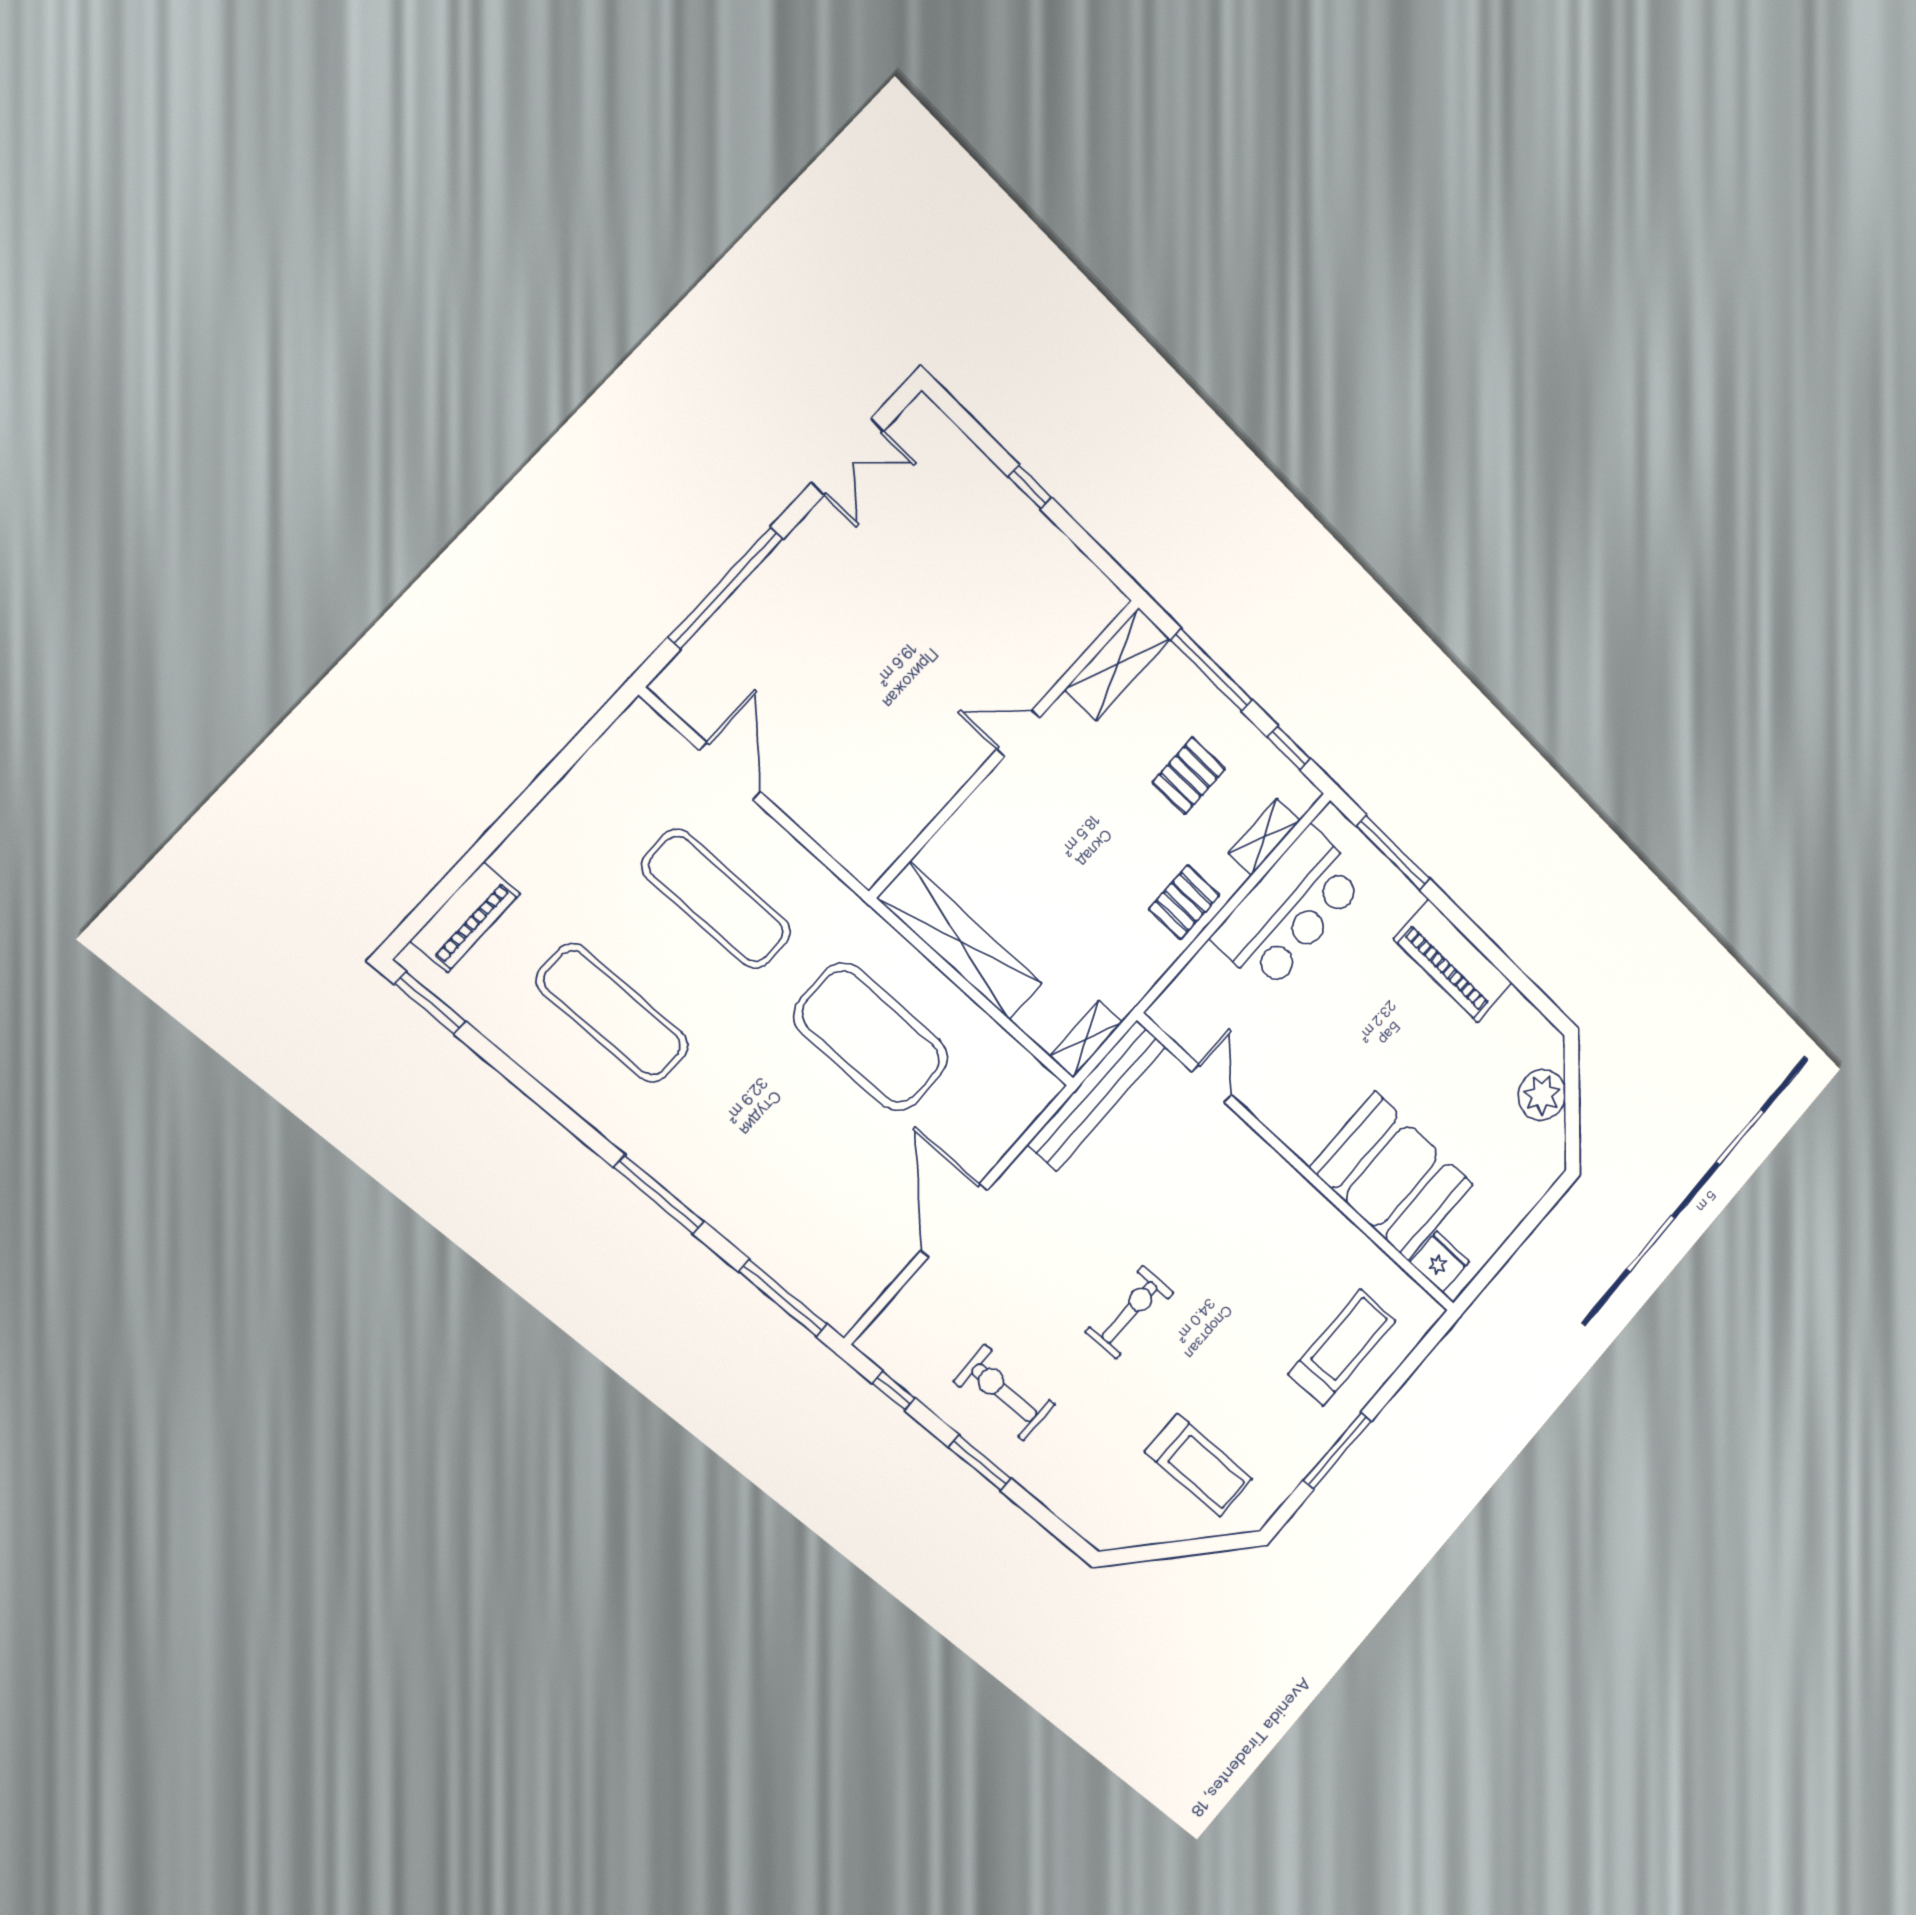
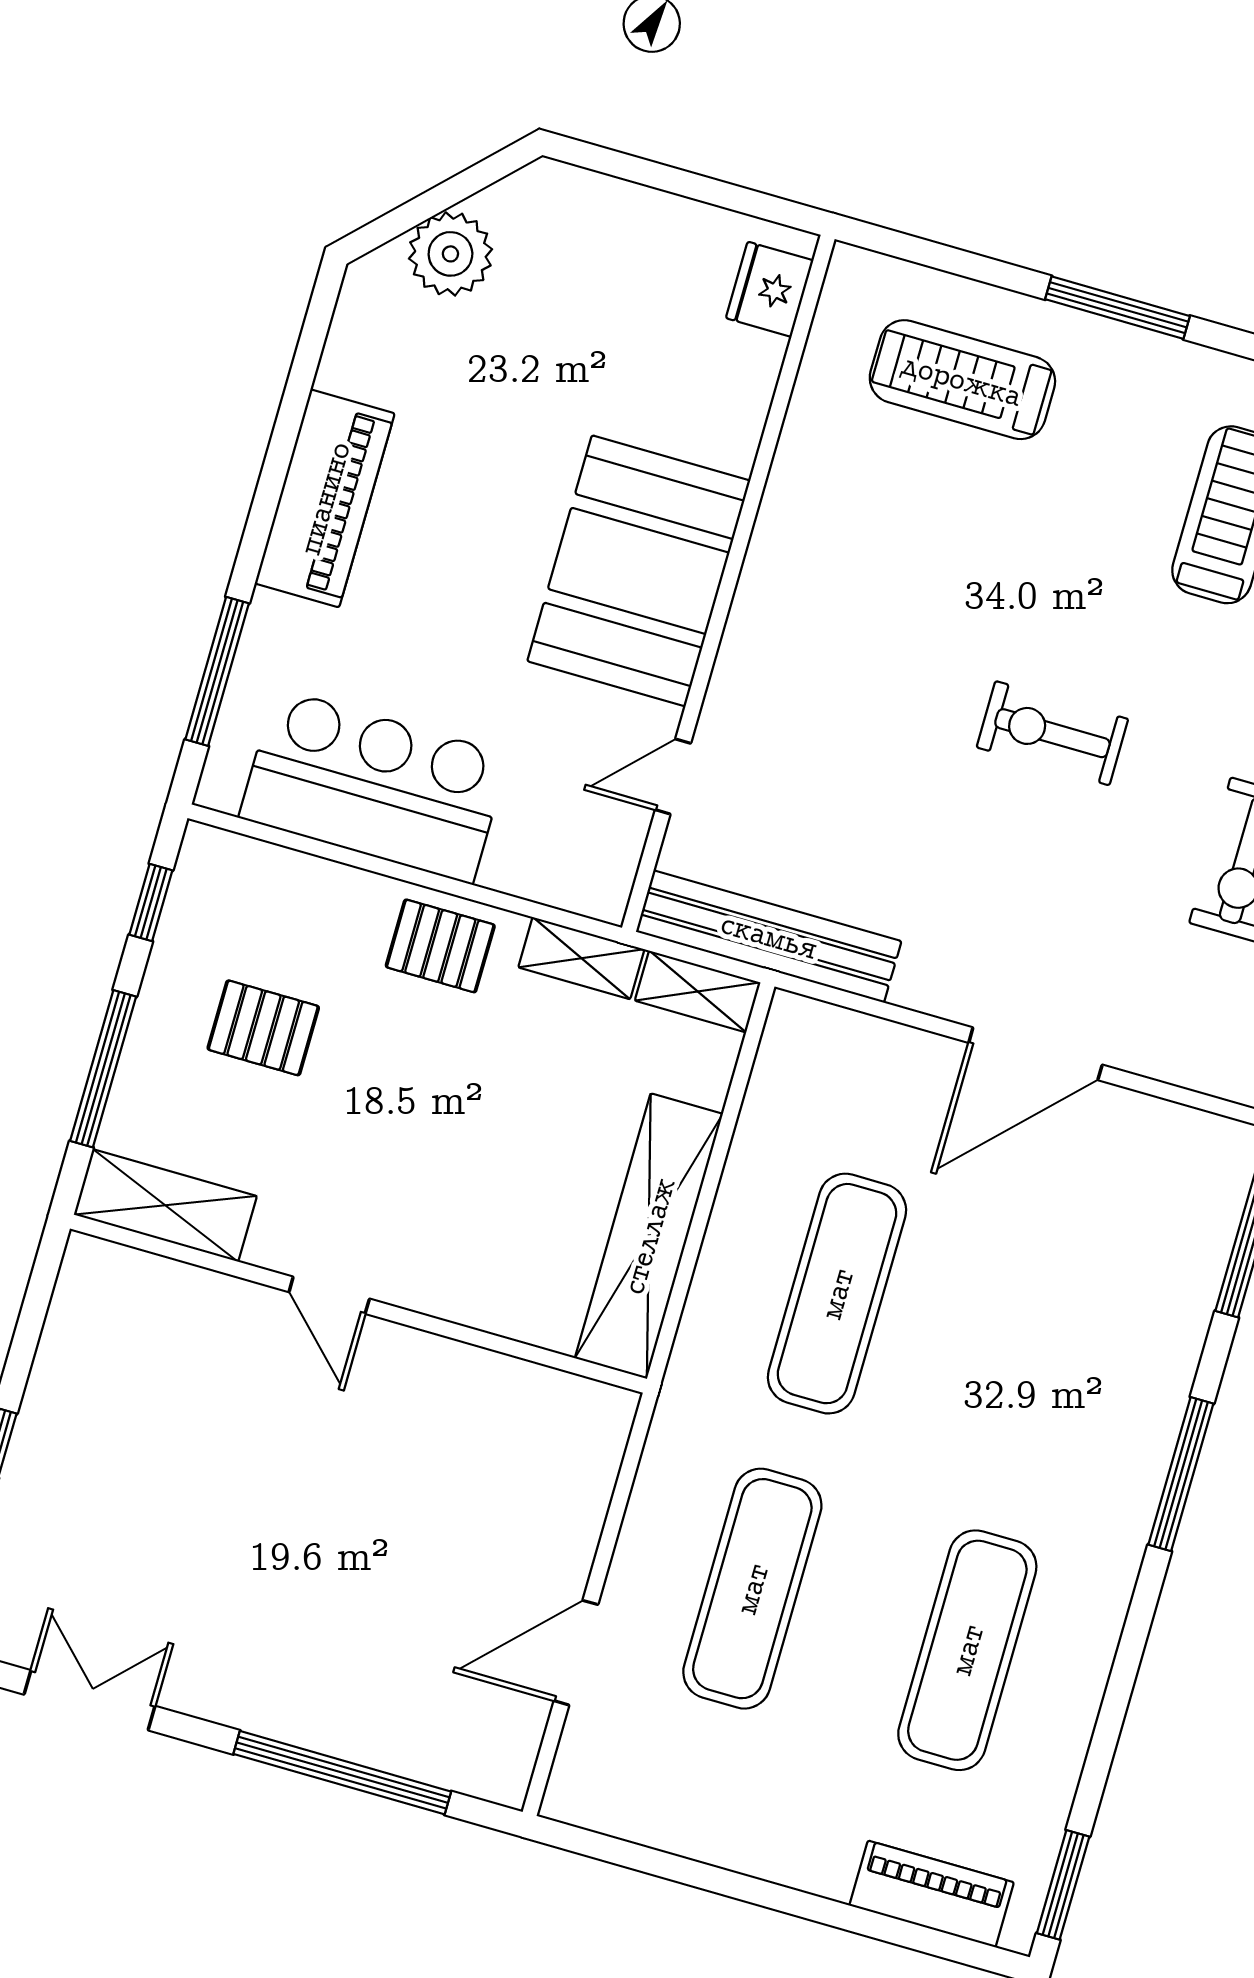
shelving: (1264, 837) -> (581, 958), moved
exercise mat: (871, 1037) -> (837, 1294), width x0.68
booth: (1392, 1176) -> (639, 571), moved

